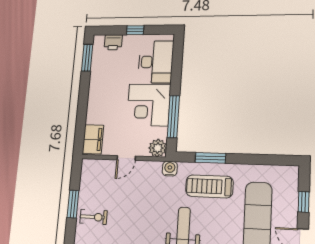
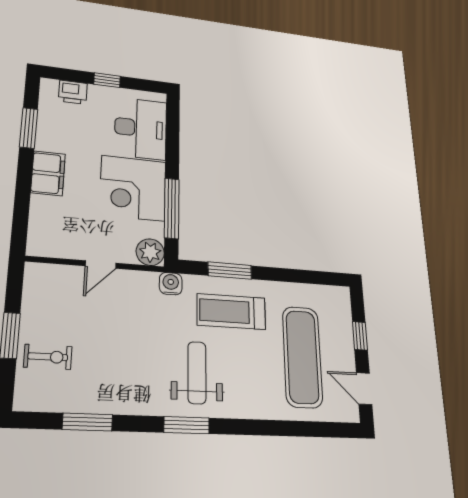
window: (87, 58) -> (29, 128), moved
filing cabinet: (93, 139) -> (48, 173), moved

